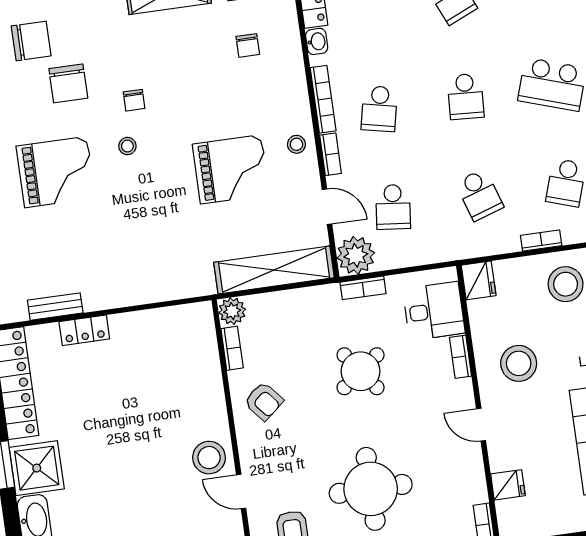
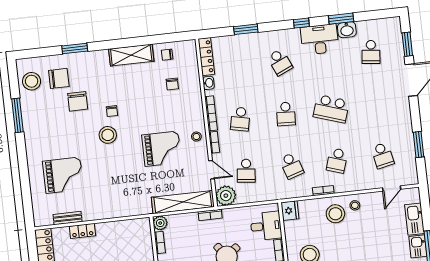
stool: (127, 146) -> (108, 135), width x1.89, depth x1.89
grand piano: (56, 172) -> (63, 175), moved
bookcase: (363, 288) -> (210, 215), moved

